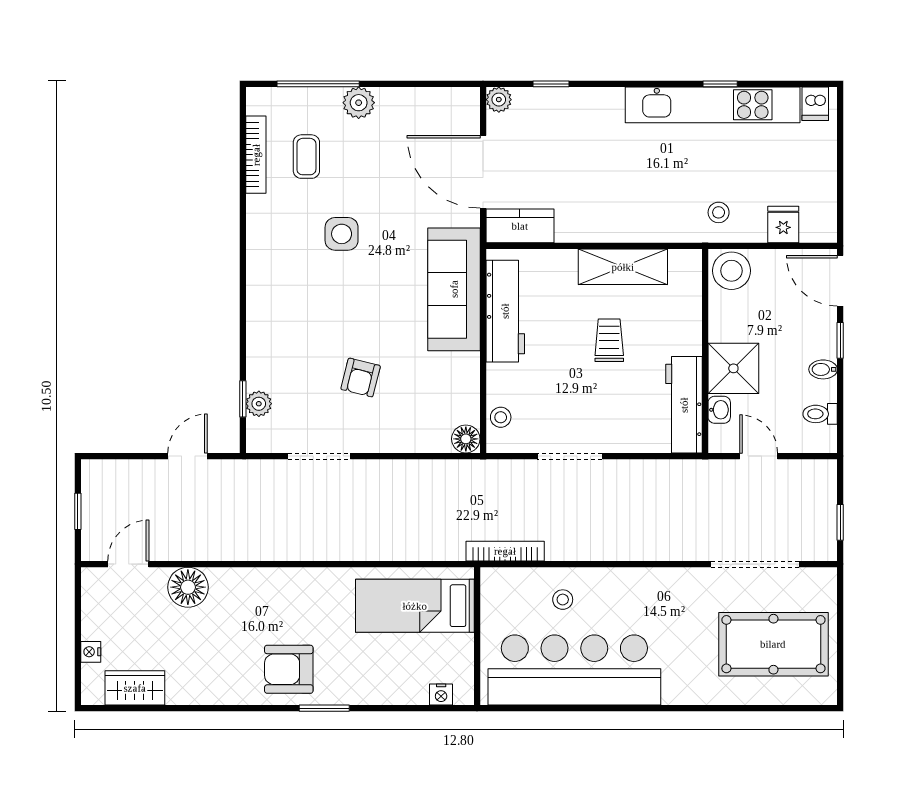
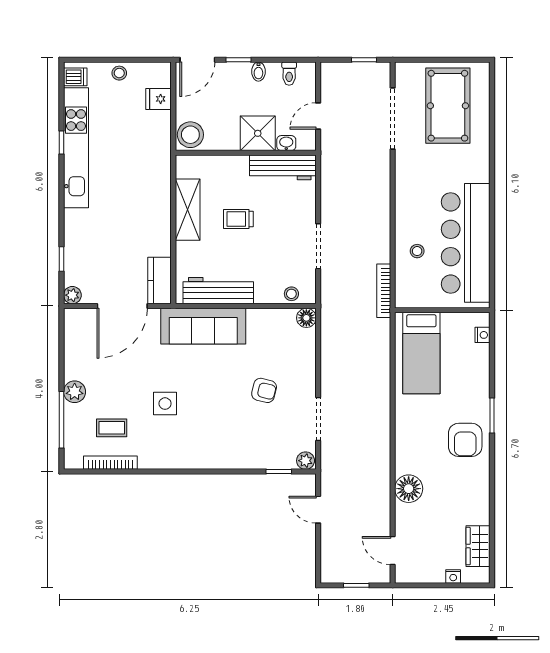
stool: (719, 212) -> (119, 73), moved
plant: (259, 404) -> (306, 461), moved
floor lamp: (188, 587) -> (409, 489), moved

